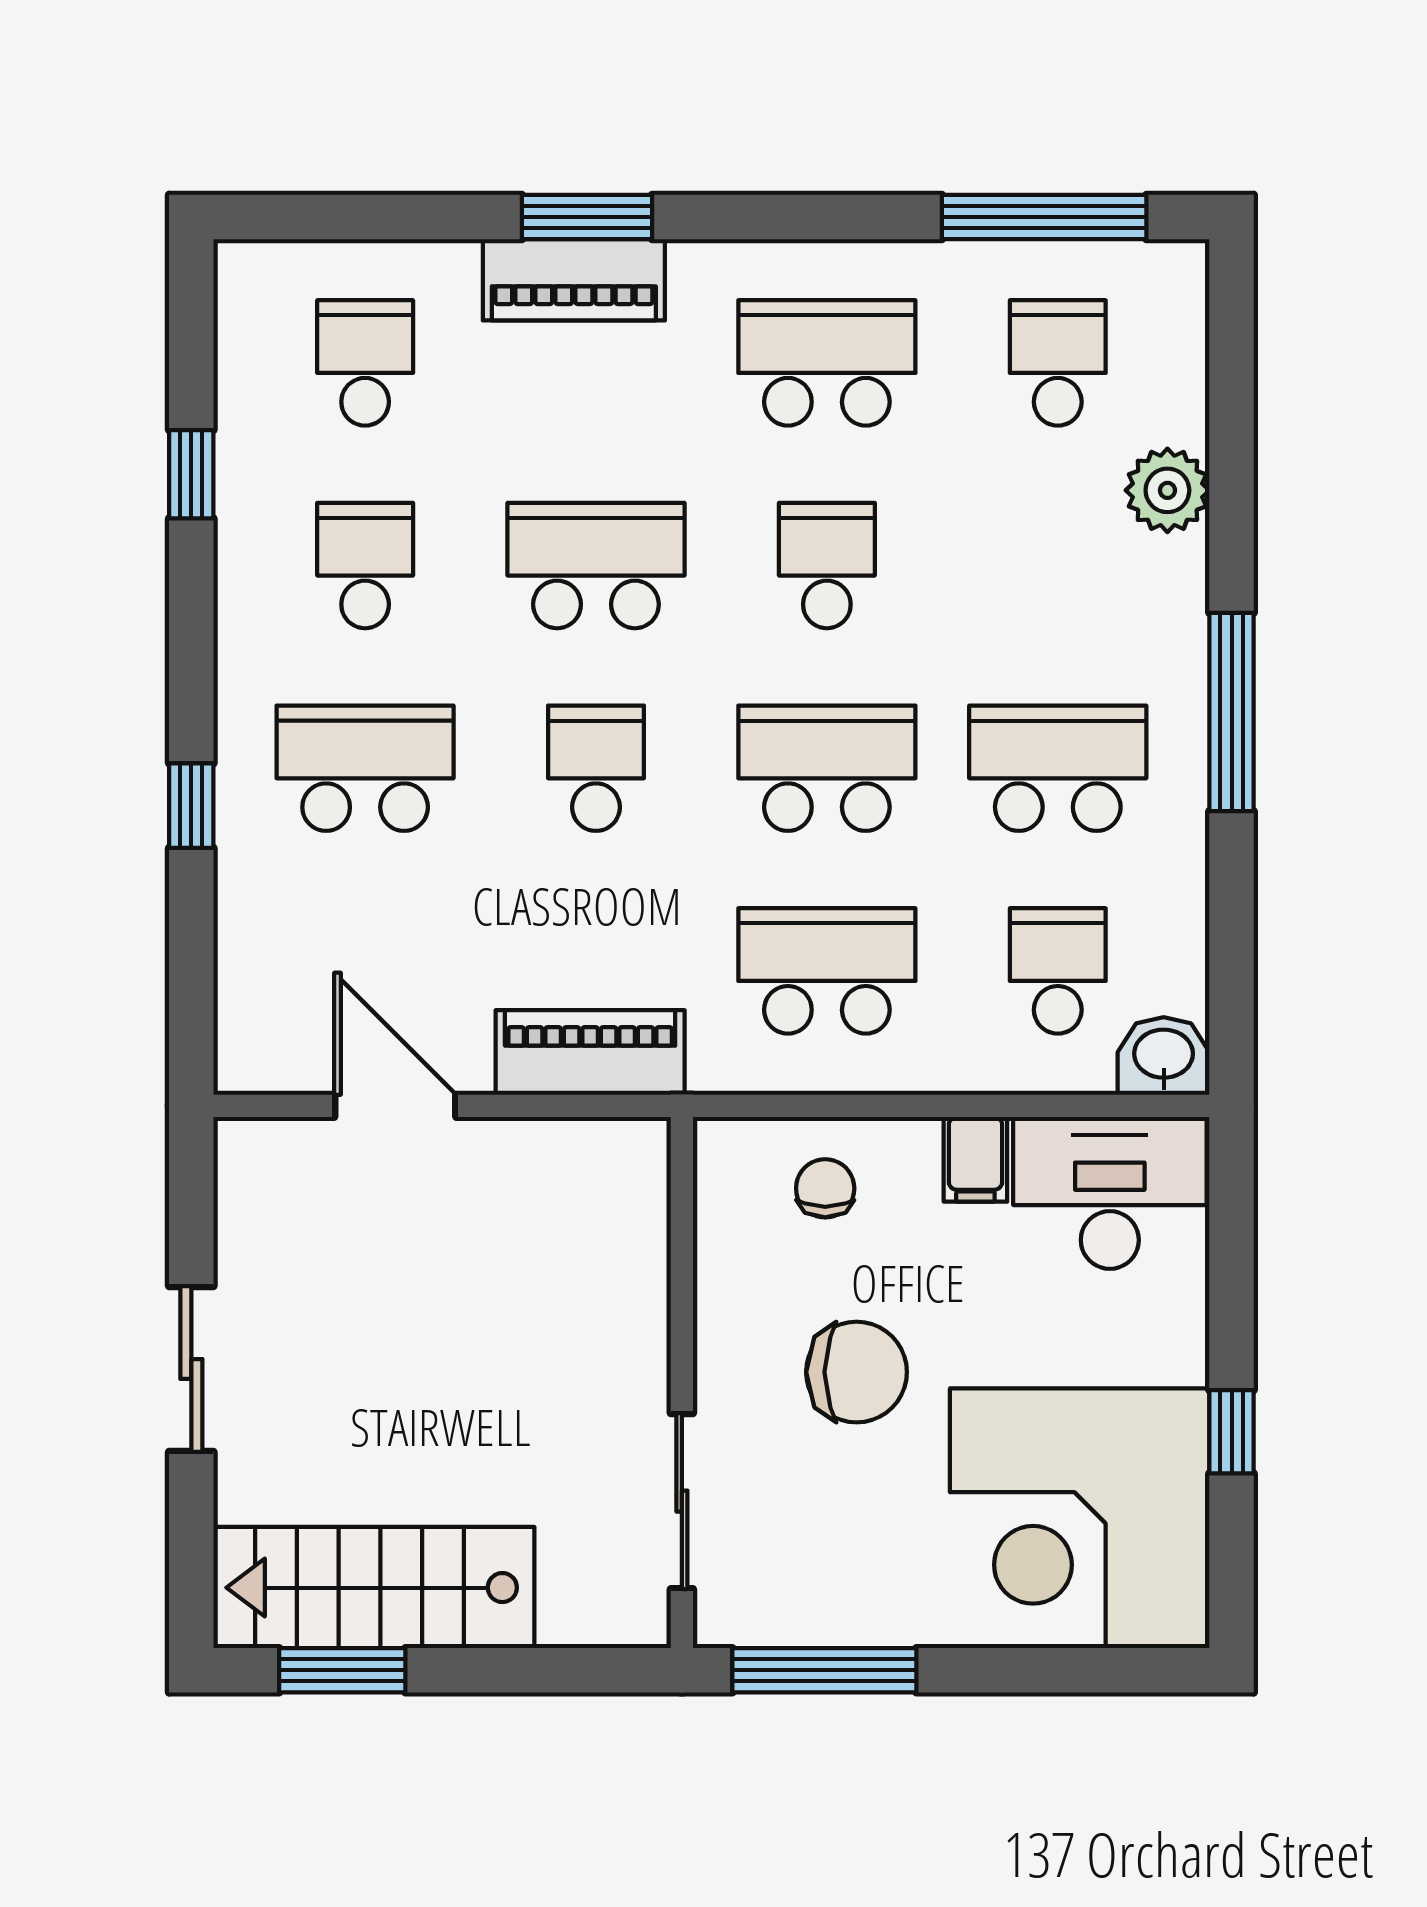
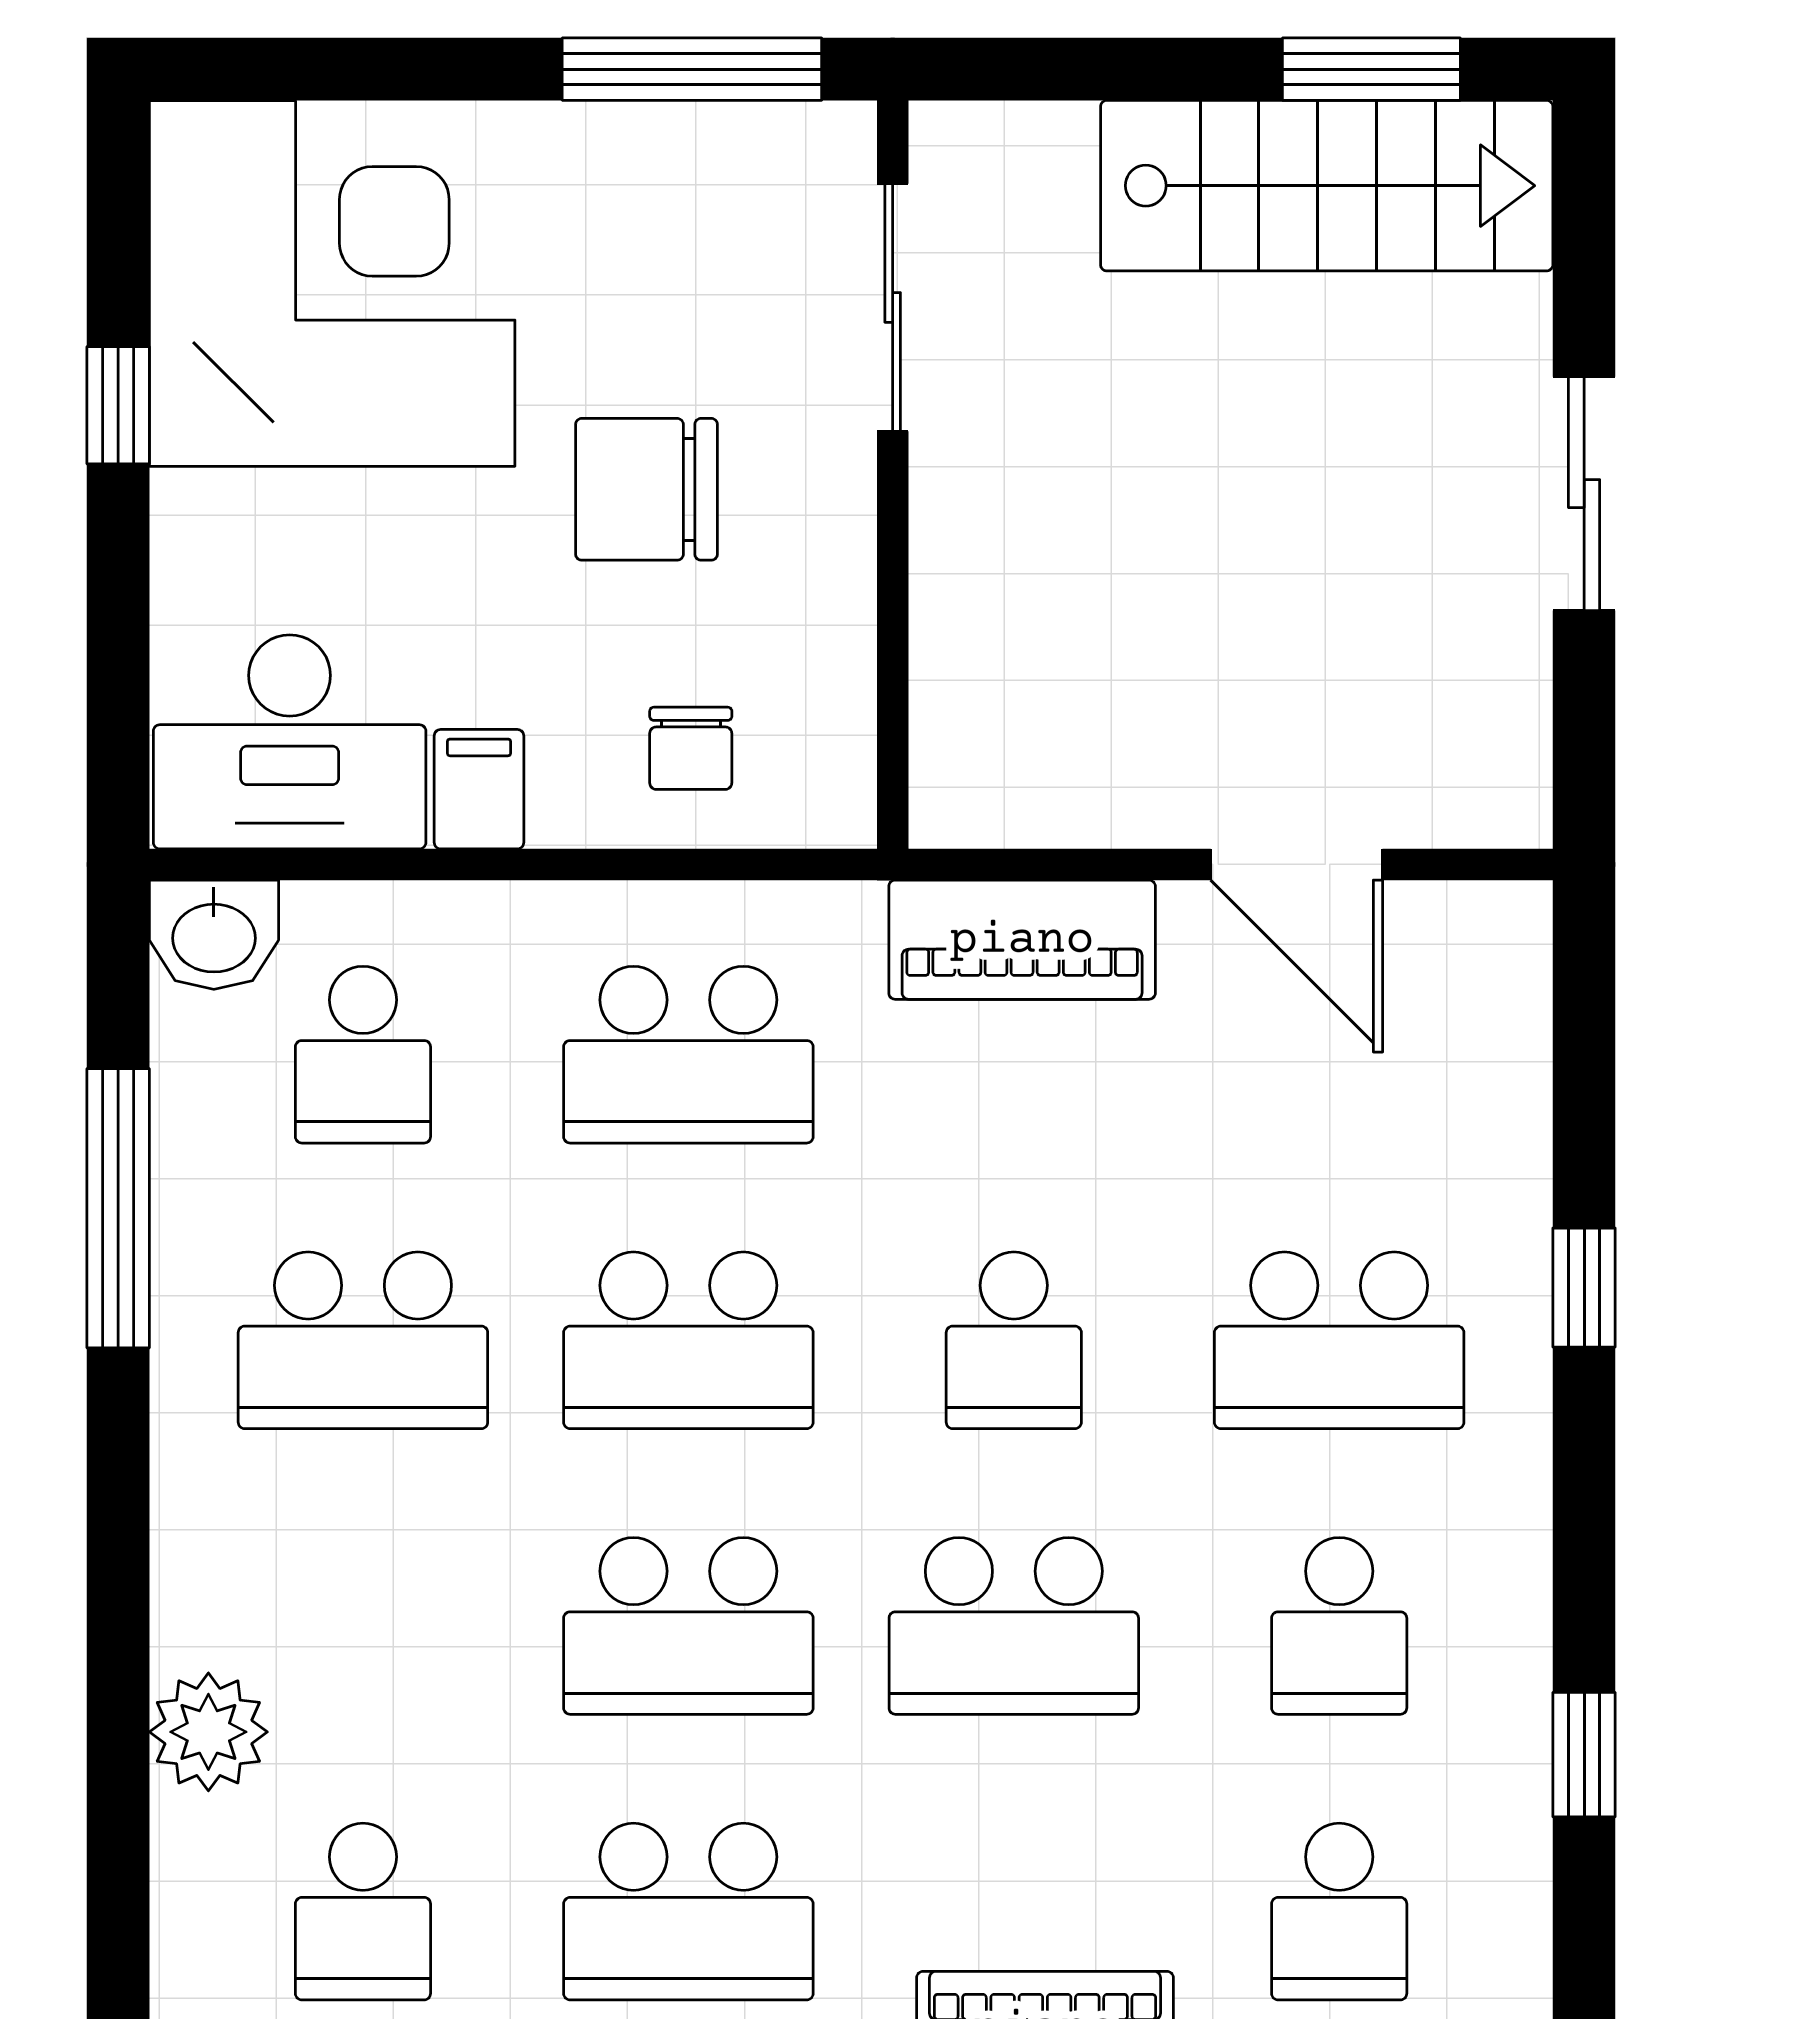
school desk: (827, 566) -> (688, 1626), width x1.85
window: (1232, 712) -> (118, 1208), moved

